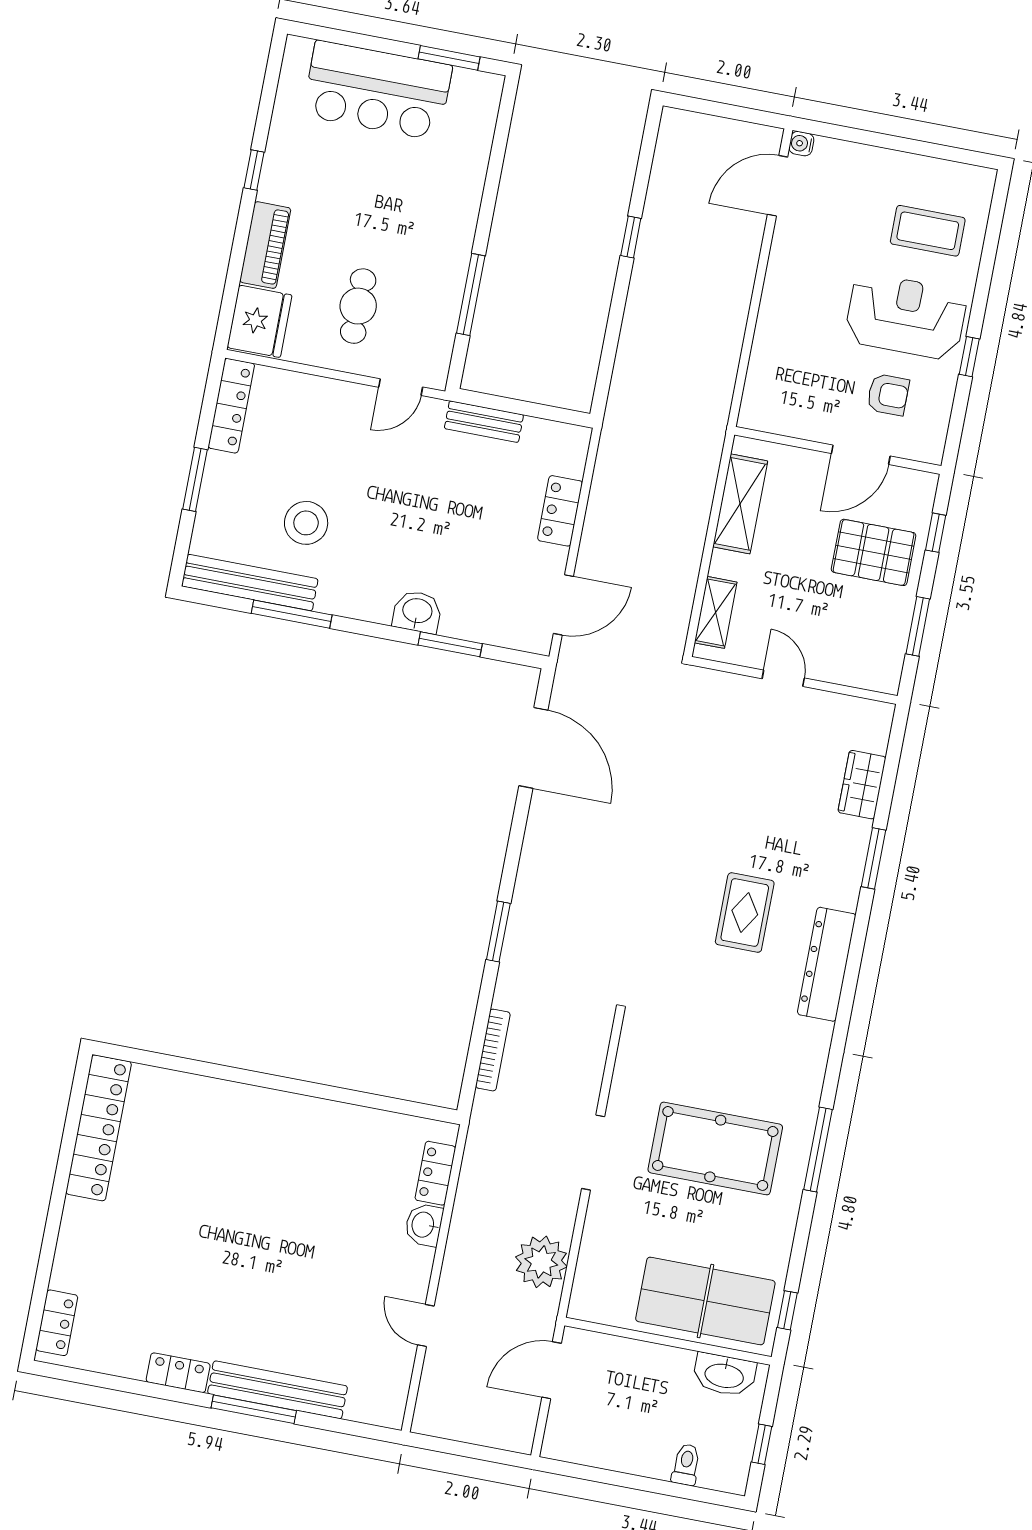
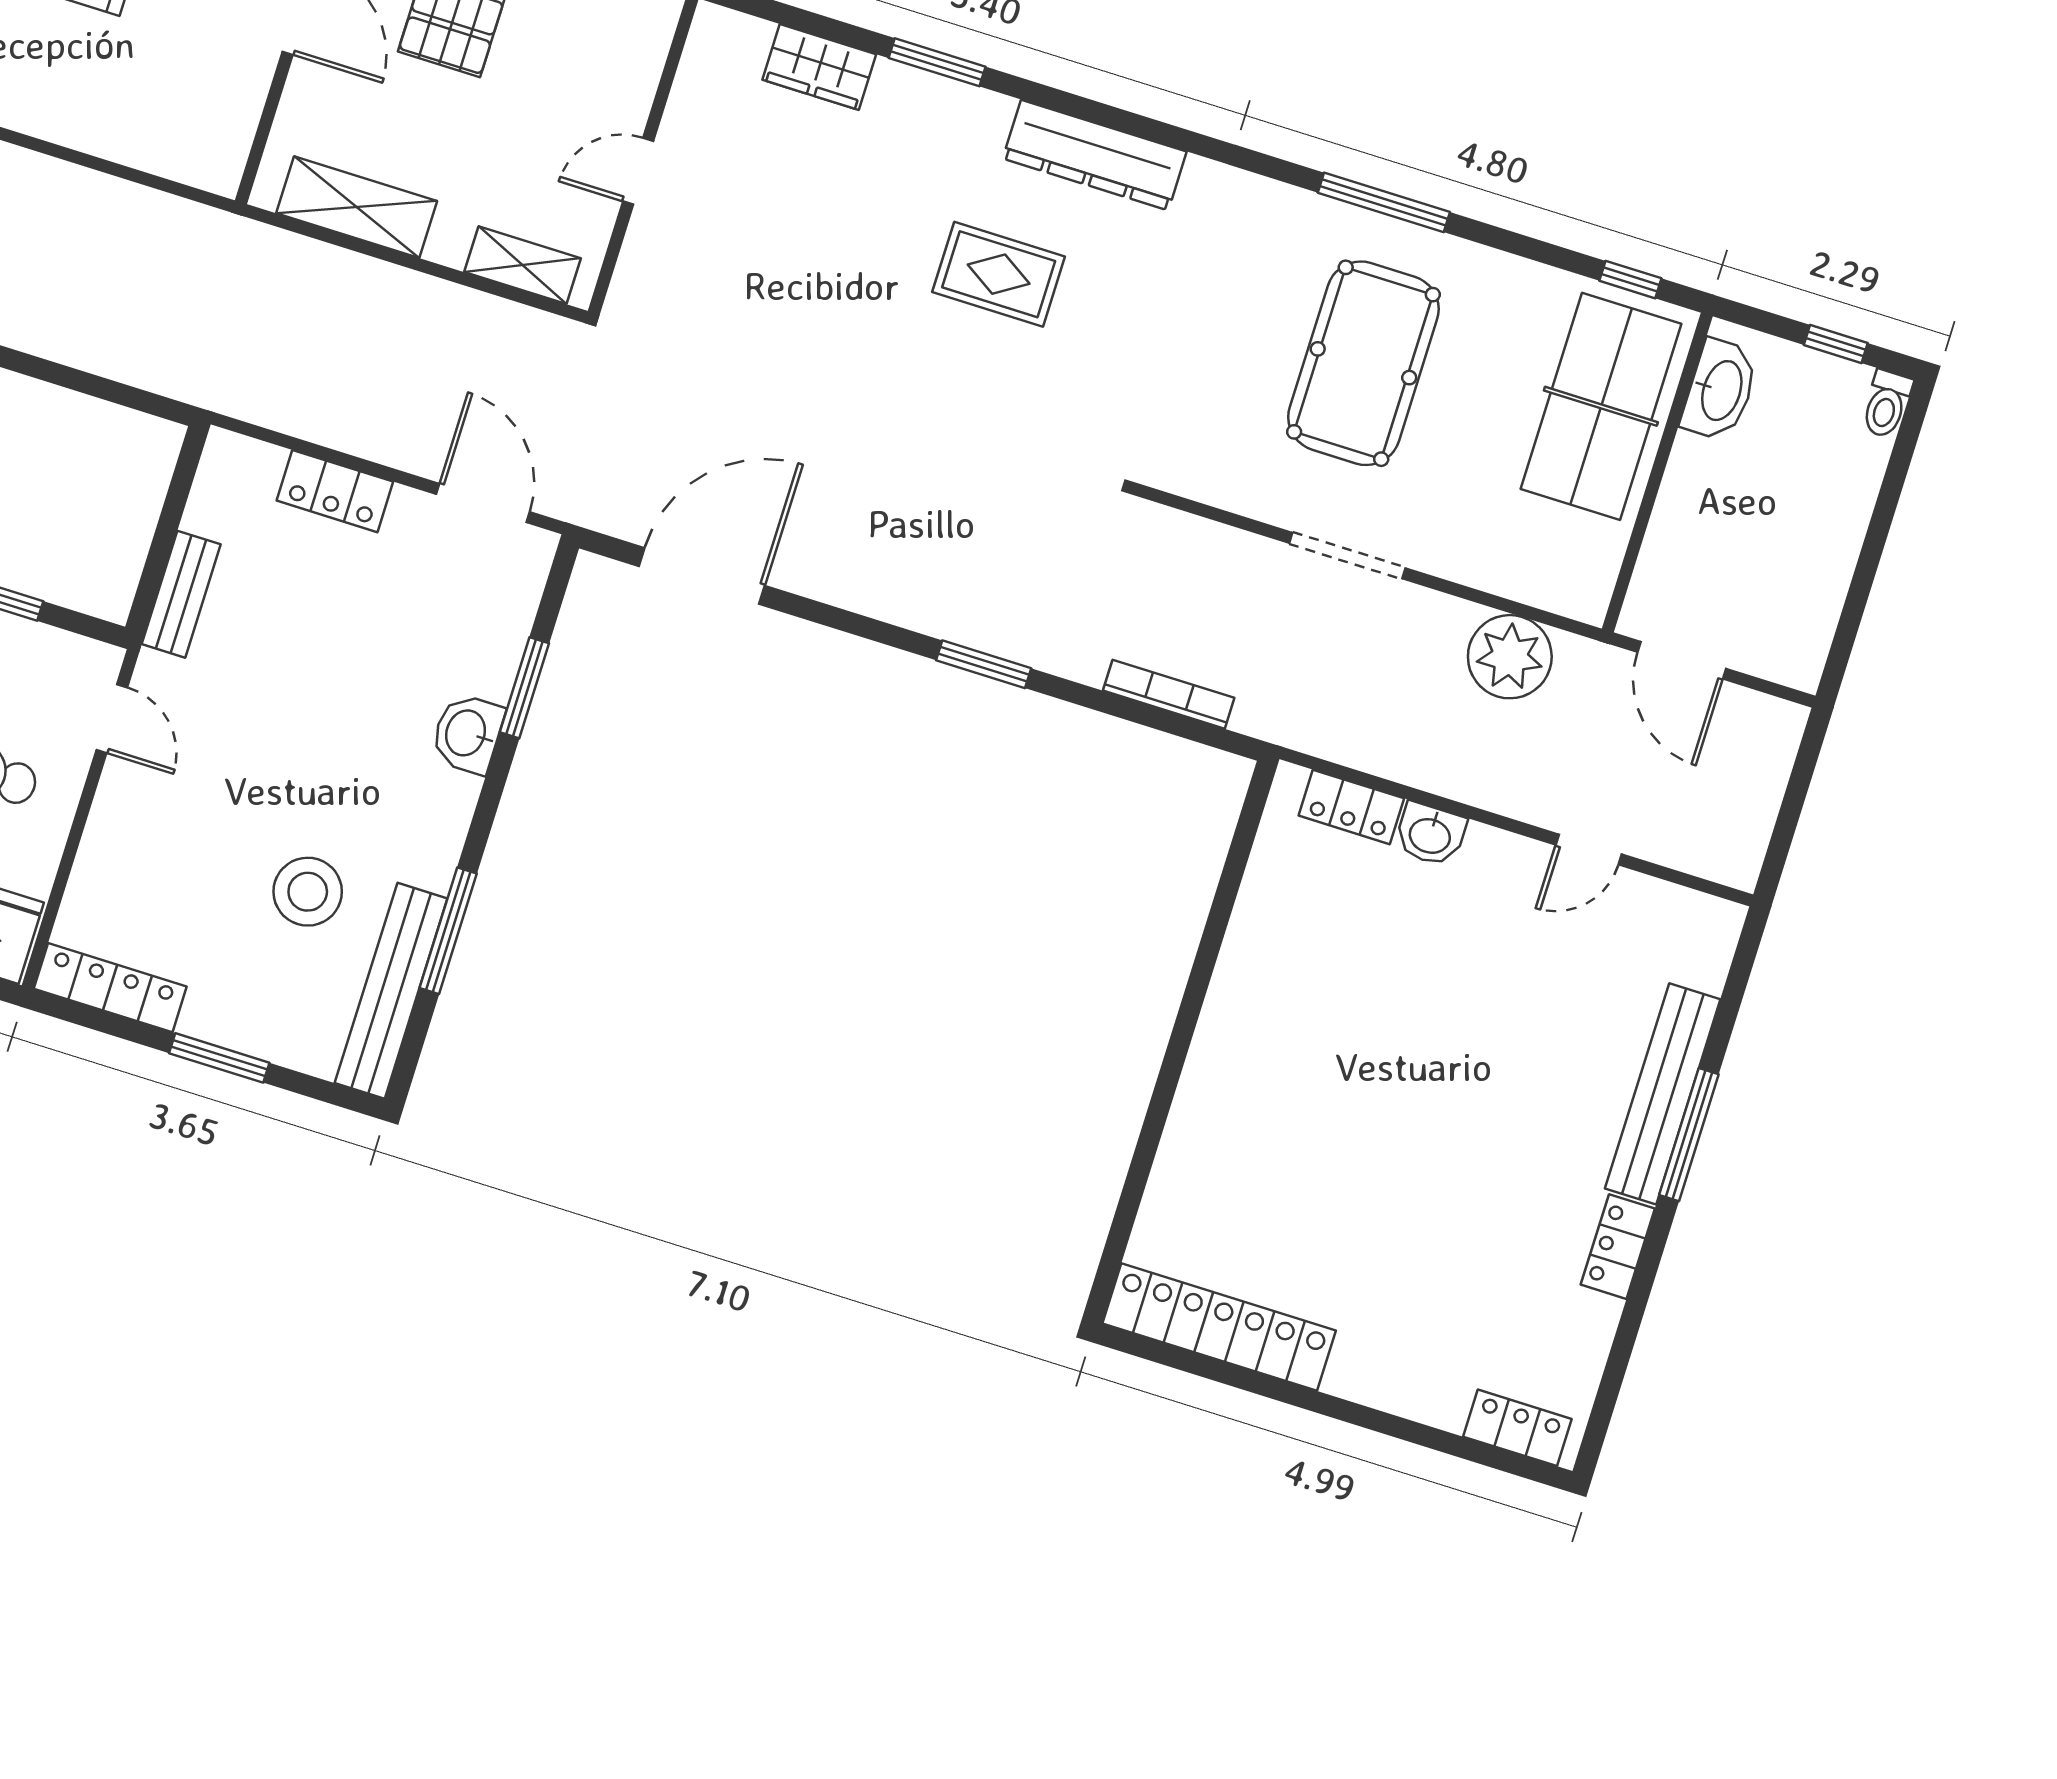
toilet: (686, 1465) -> (1886, 404), moved, turned -90

